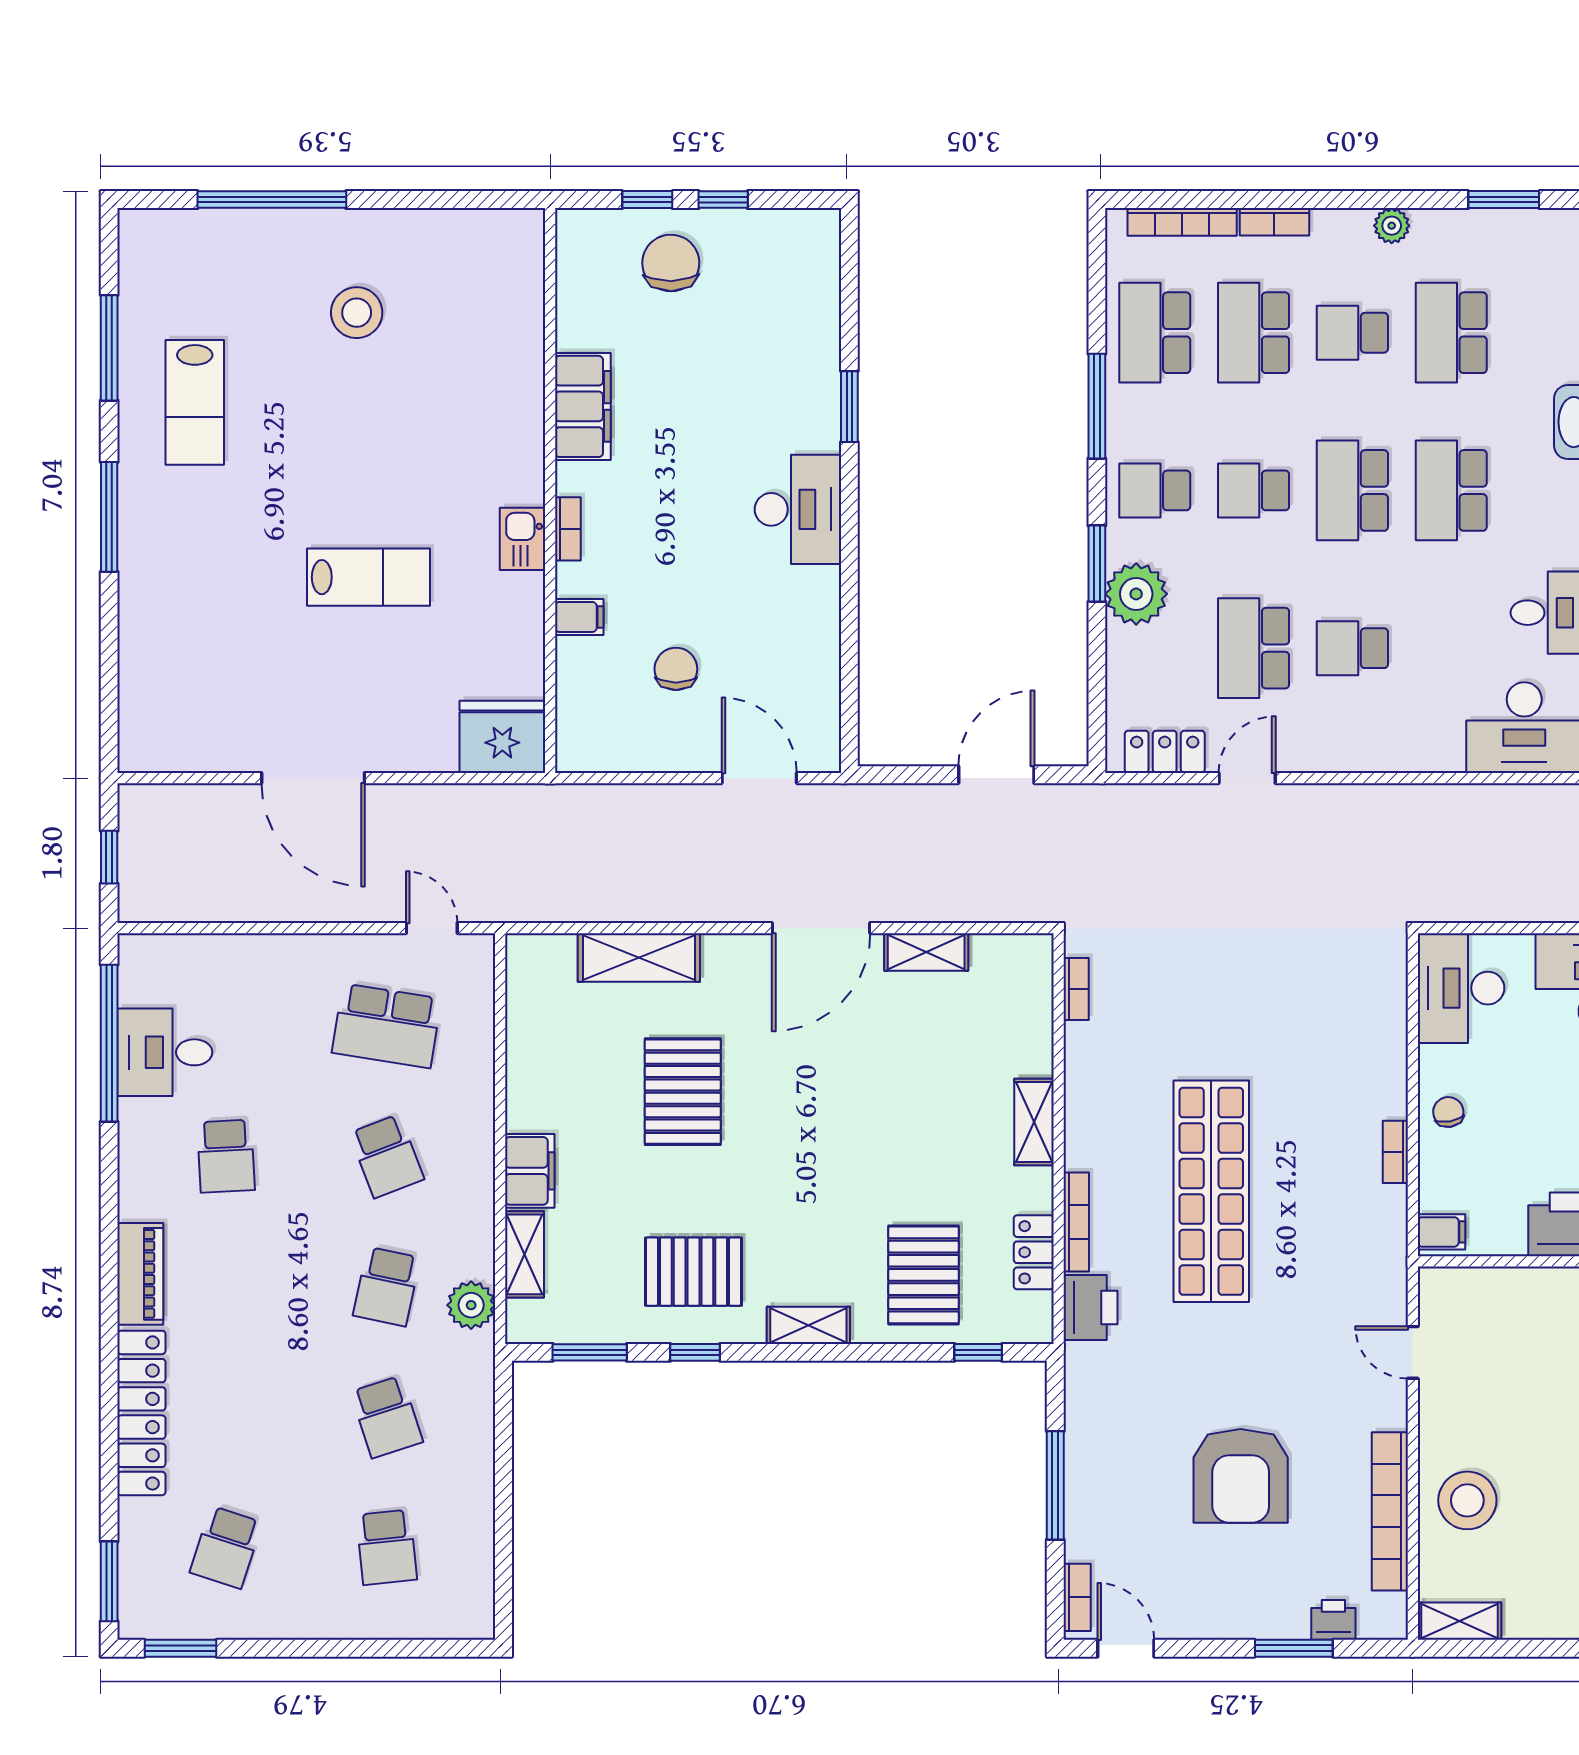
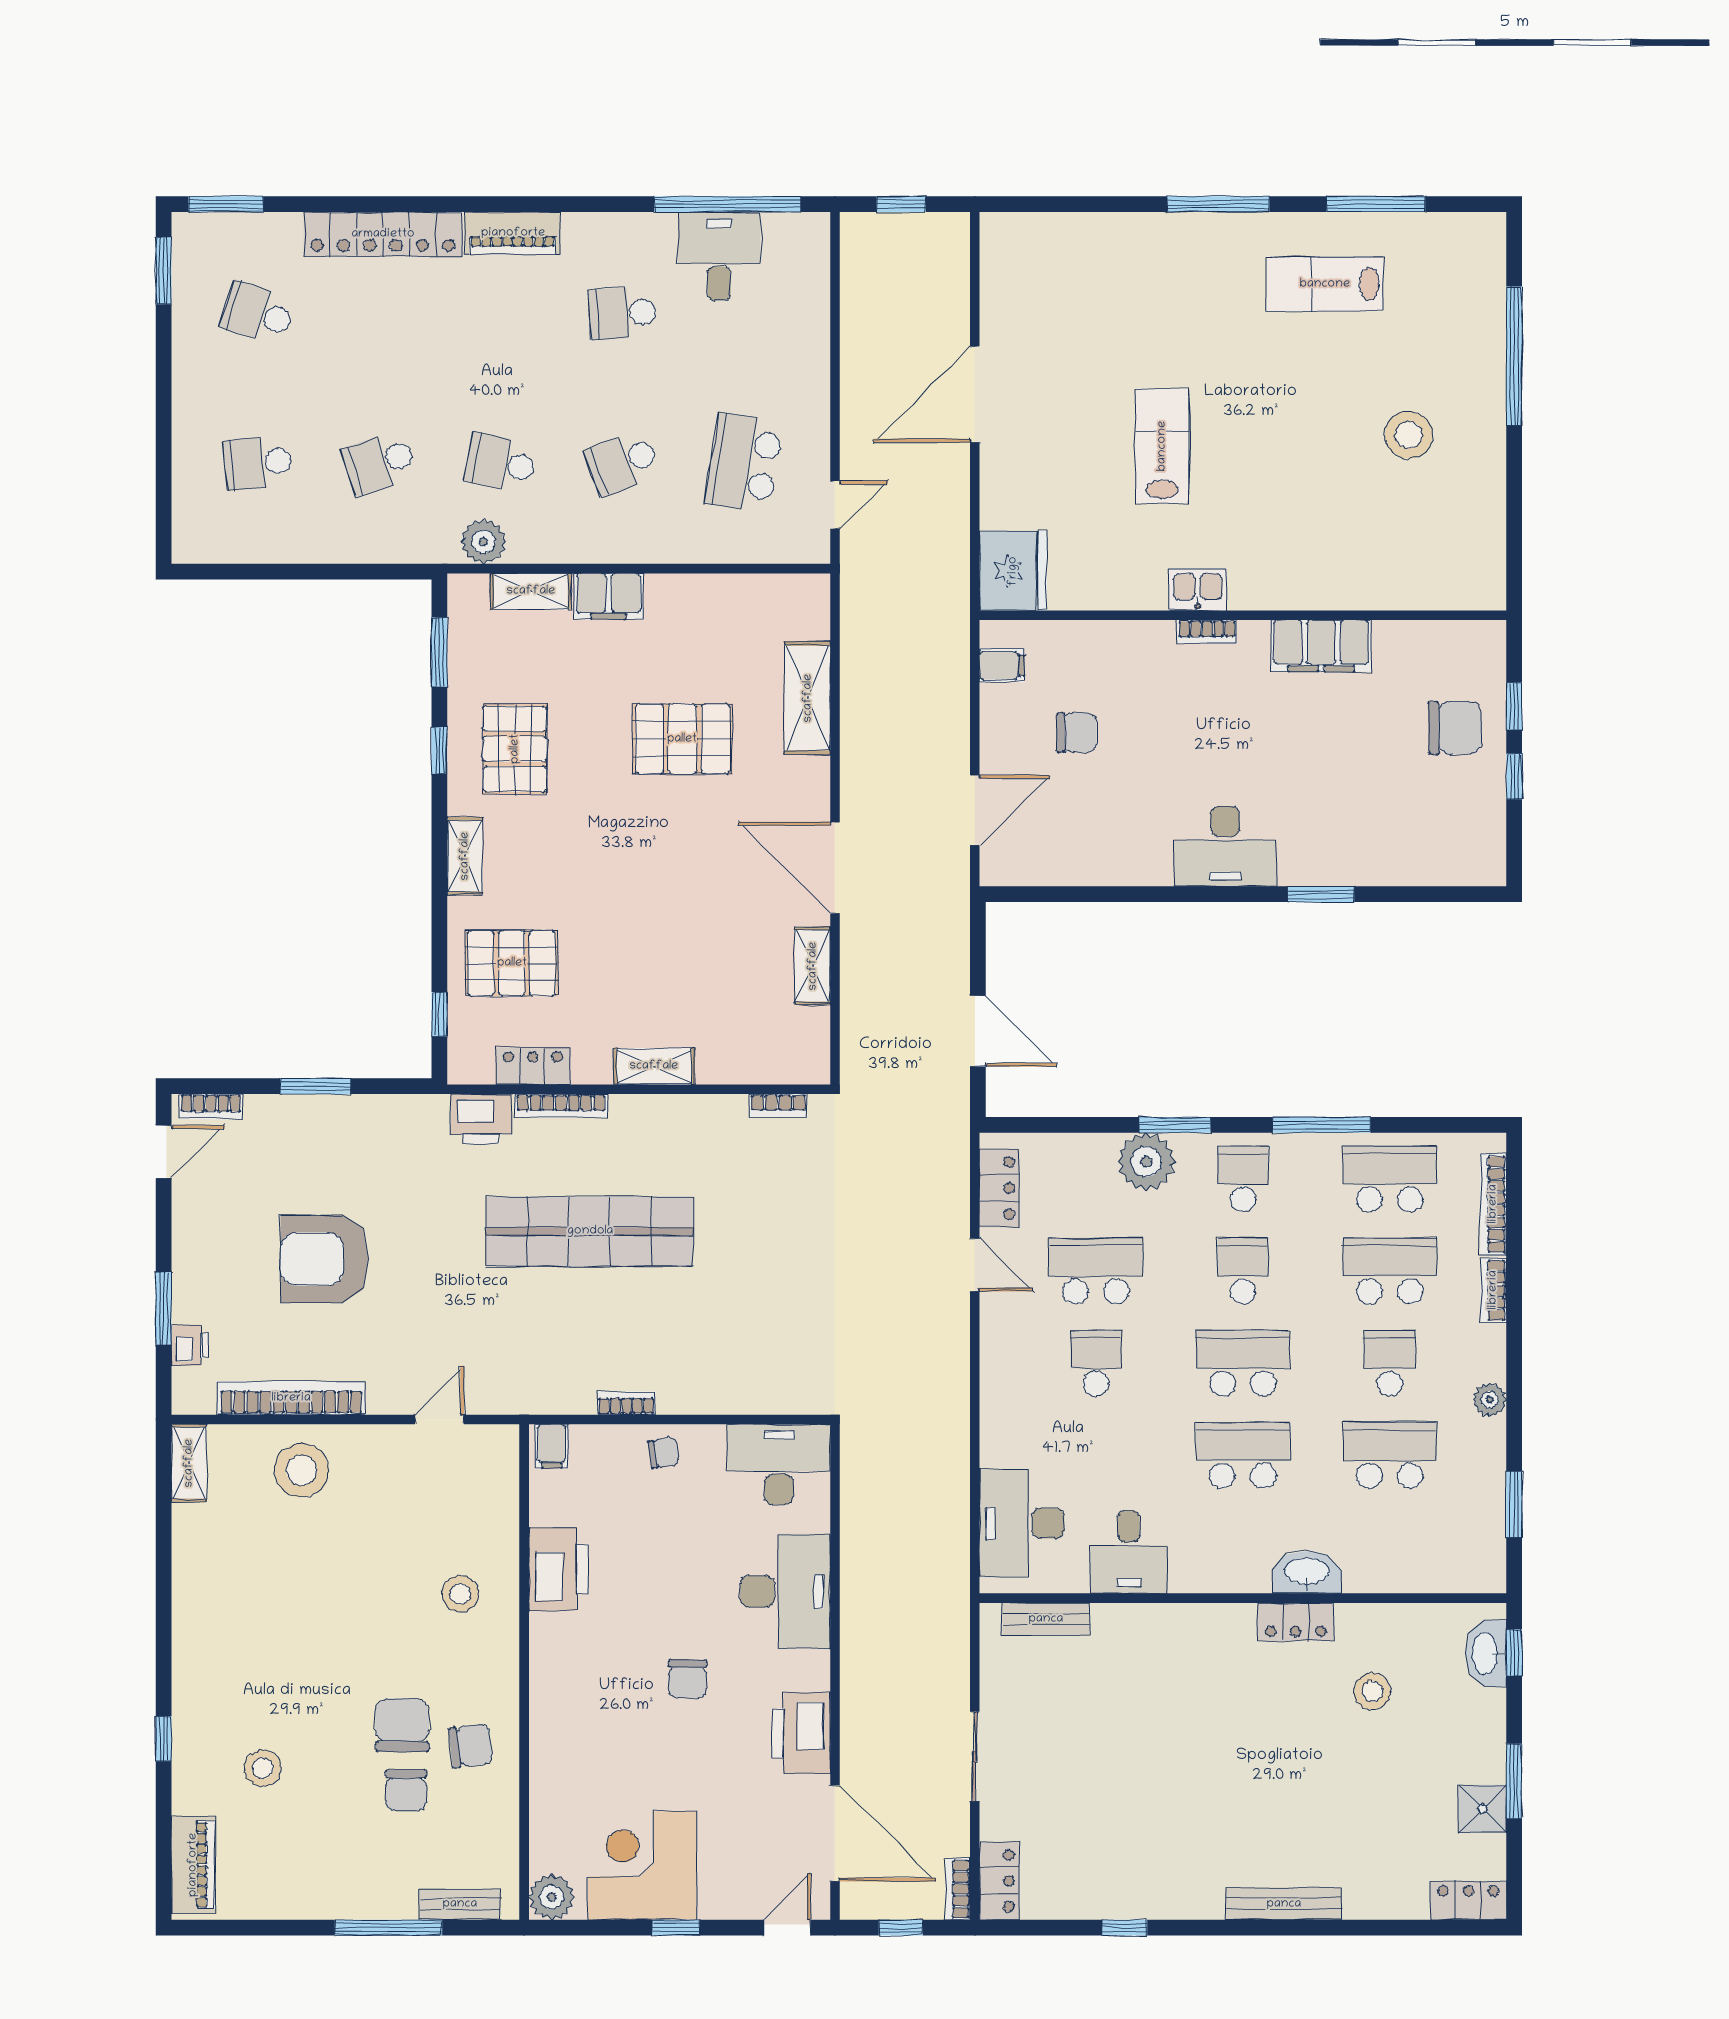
lab bench: (368, 577) -> (1162, 446), turned 180
filing cabinet: (579, 617) -> (1002, 665), moved, turned -90
window: (1055, 1485) -> (315, 1086), width x0.69

